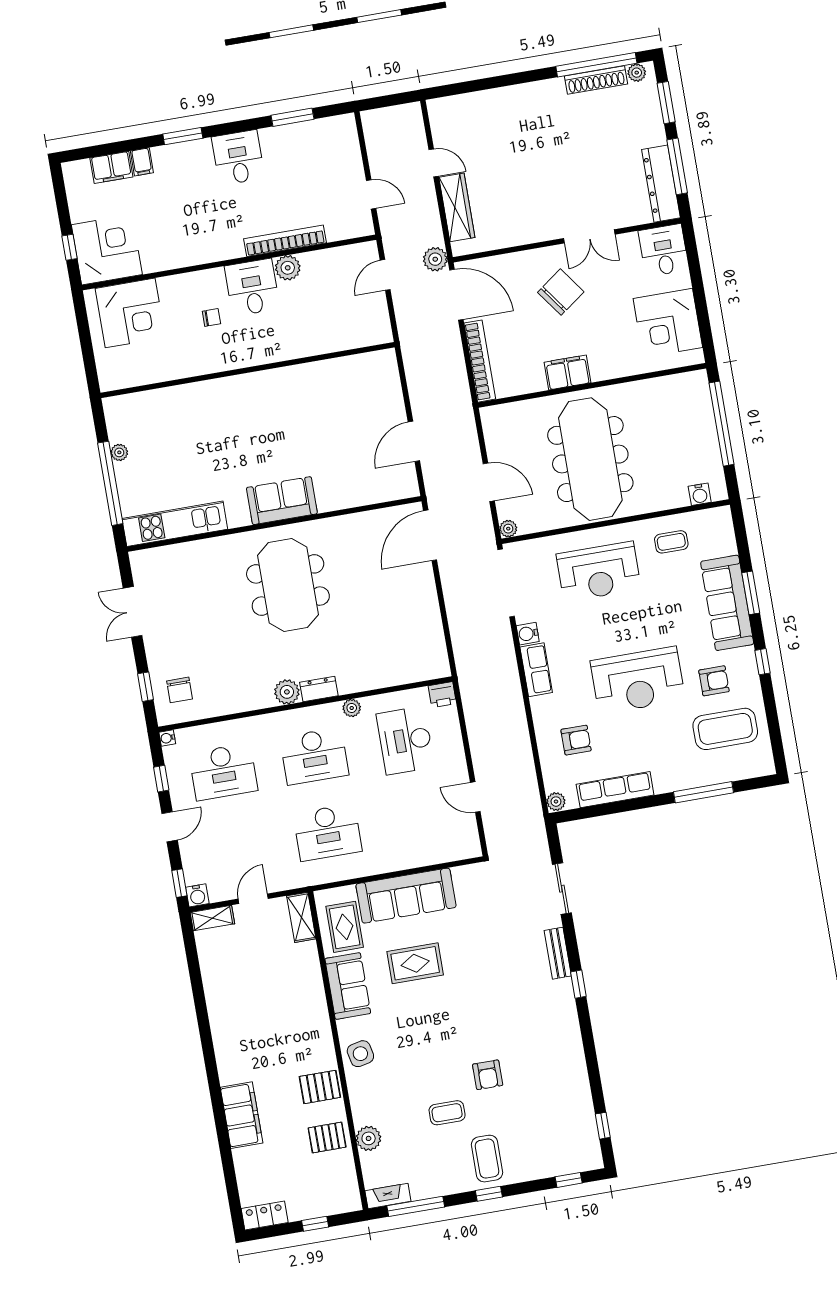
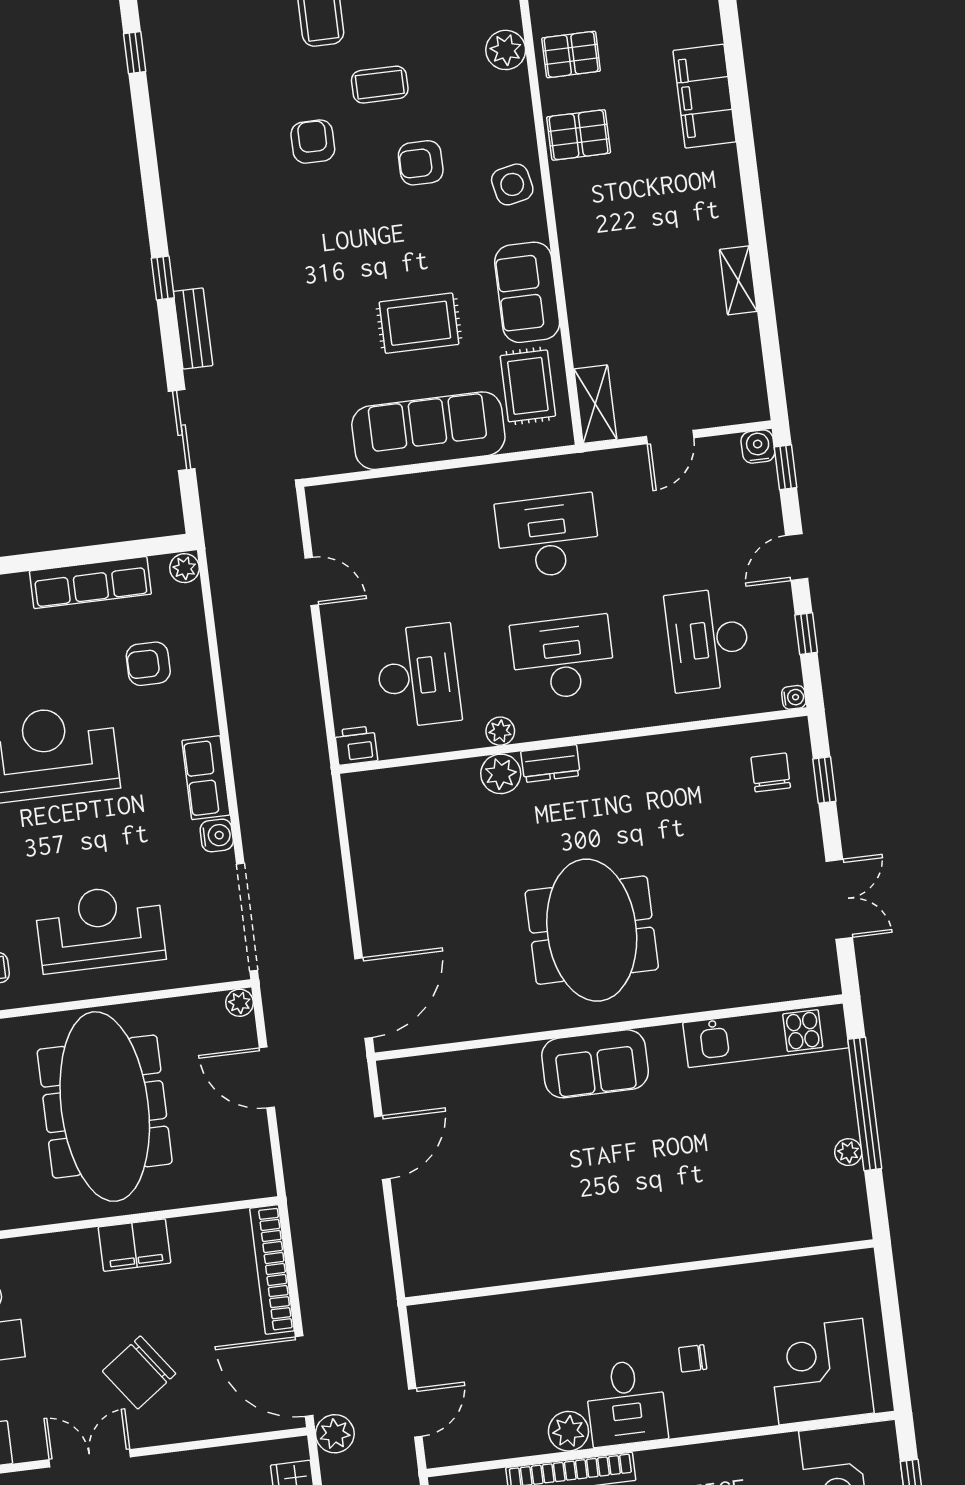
plant: (287, 692) -> (501, 774), moved
desk: (223, 772) -> (708, 640), turned -90
shelving: (212, 918) -> (738, 280), moved, turned 90
armchair: (419, 1065) -> (421, 163), added

